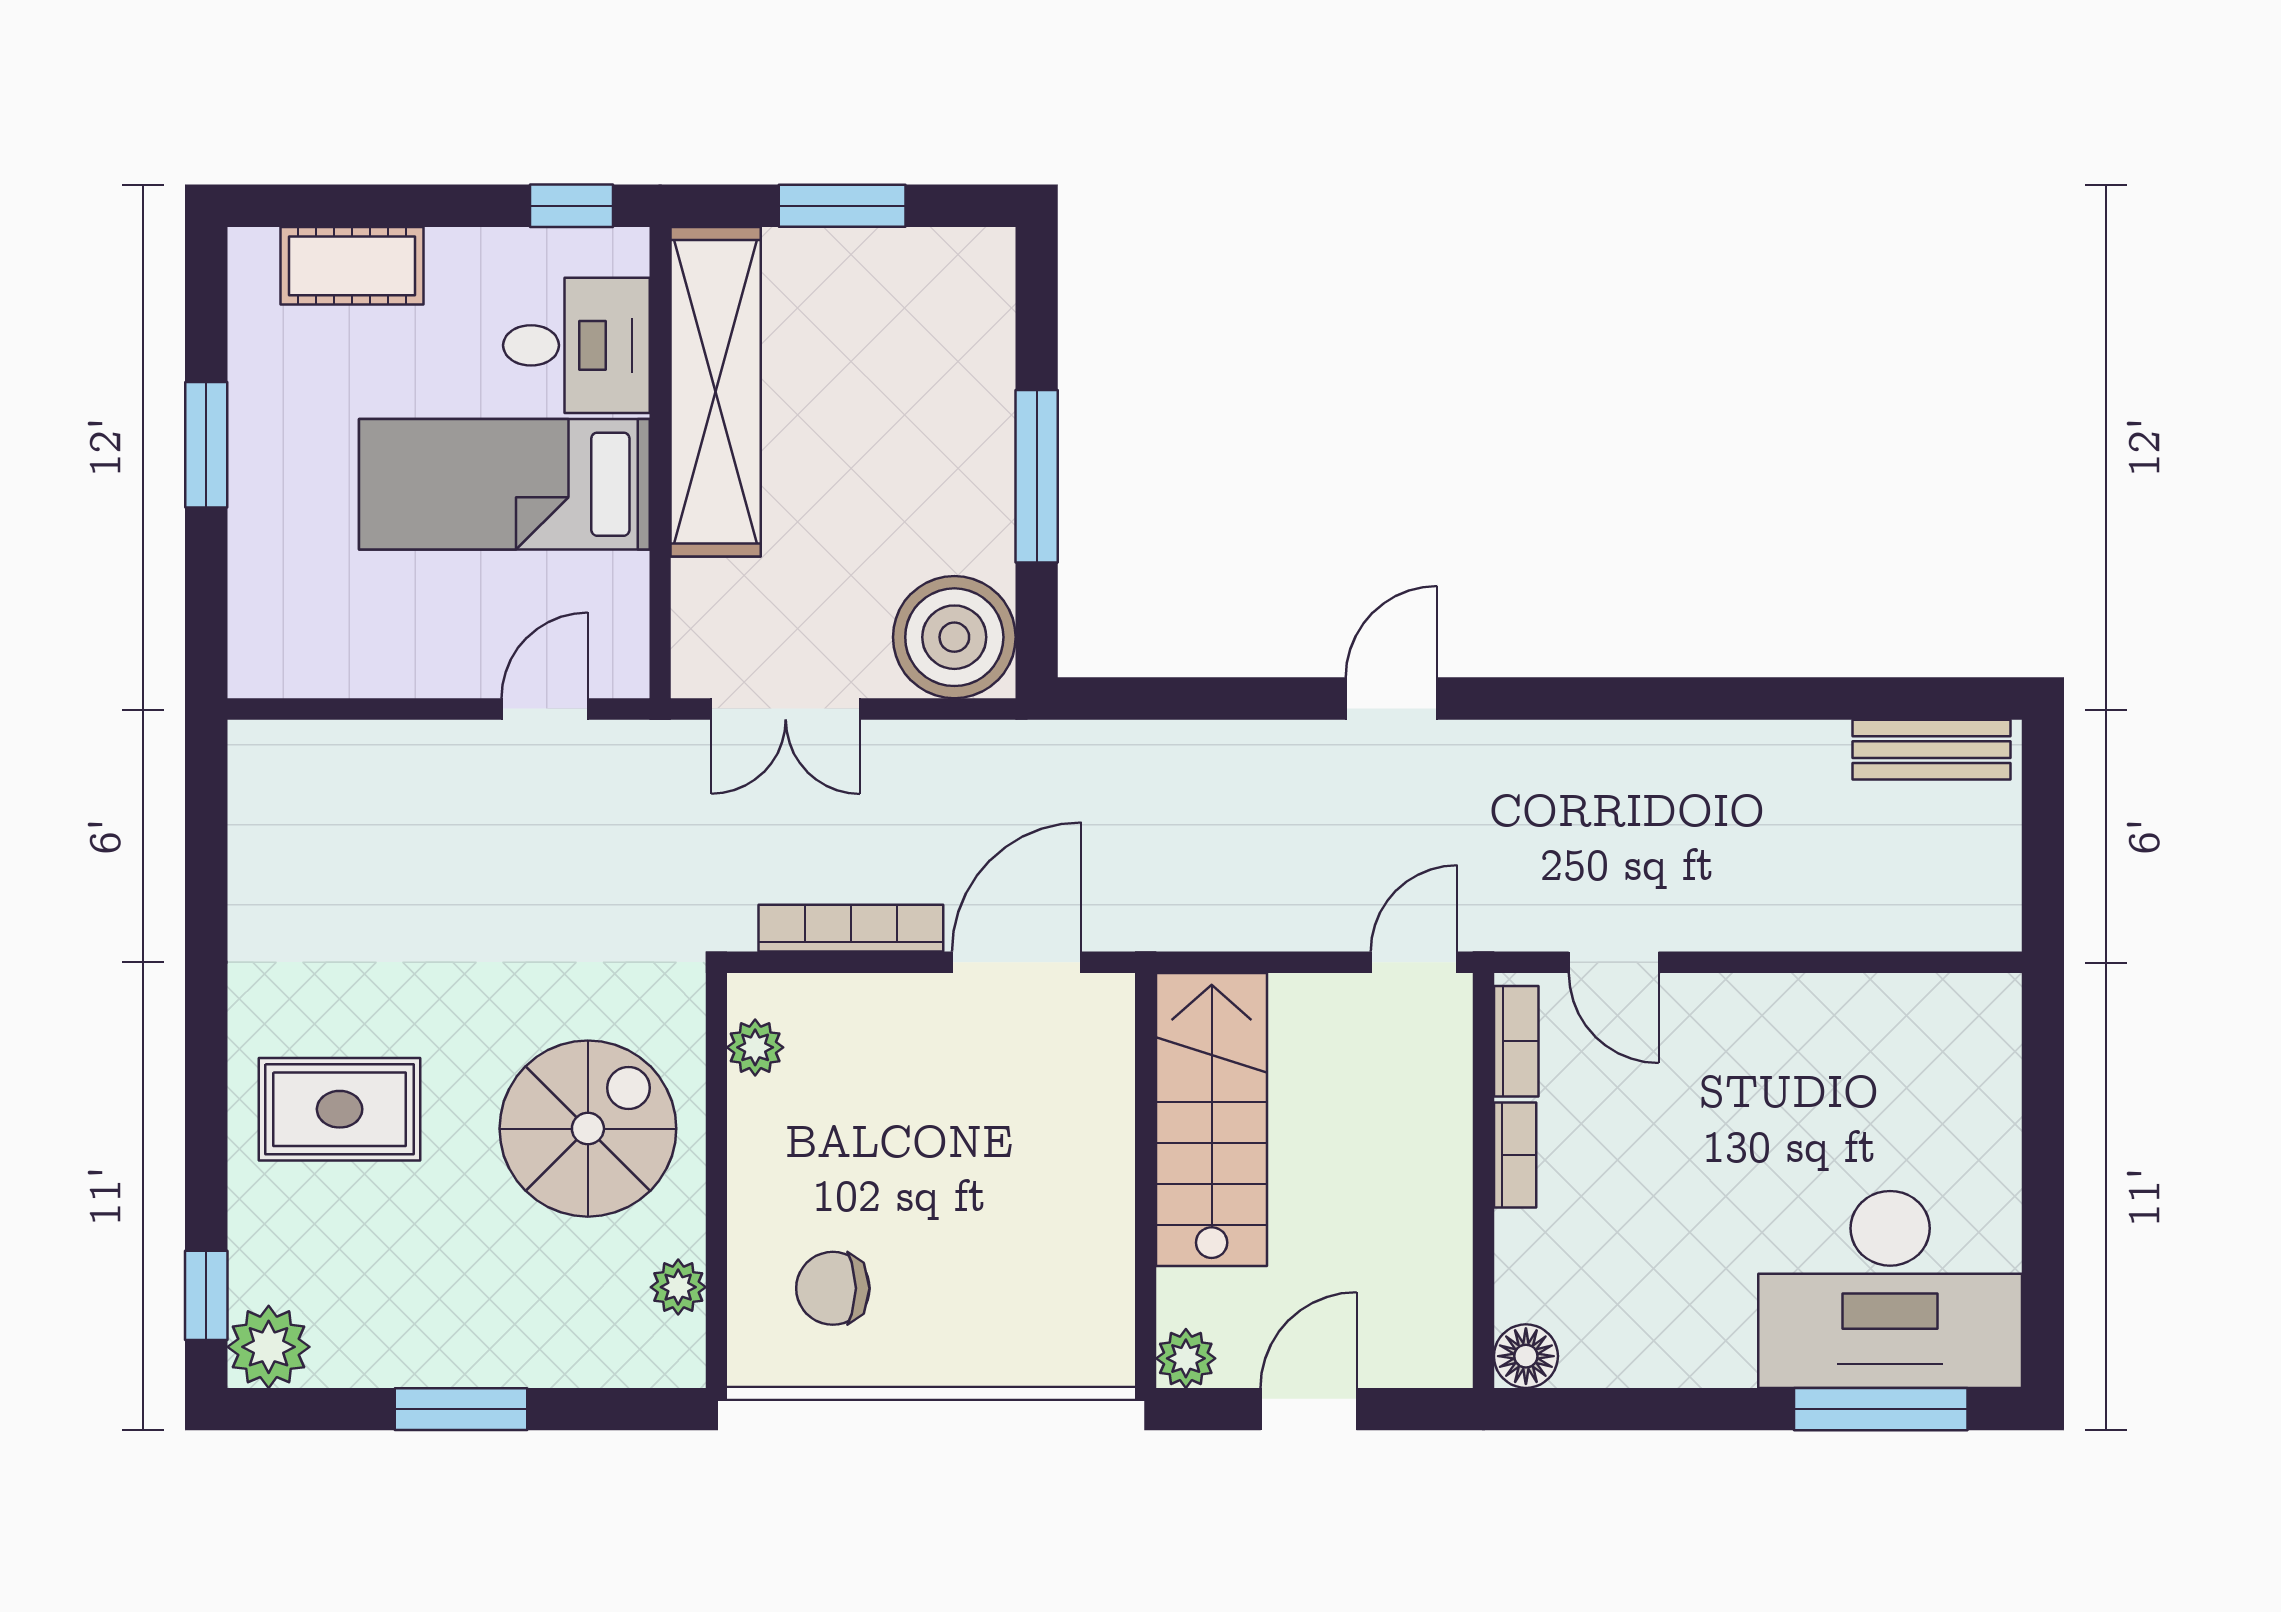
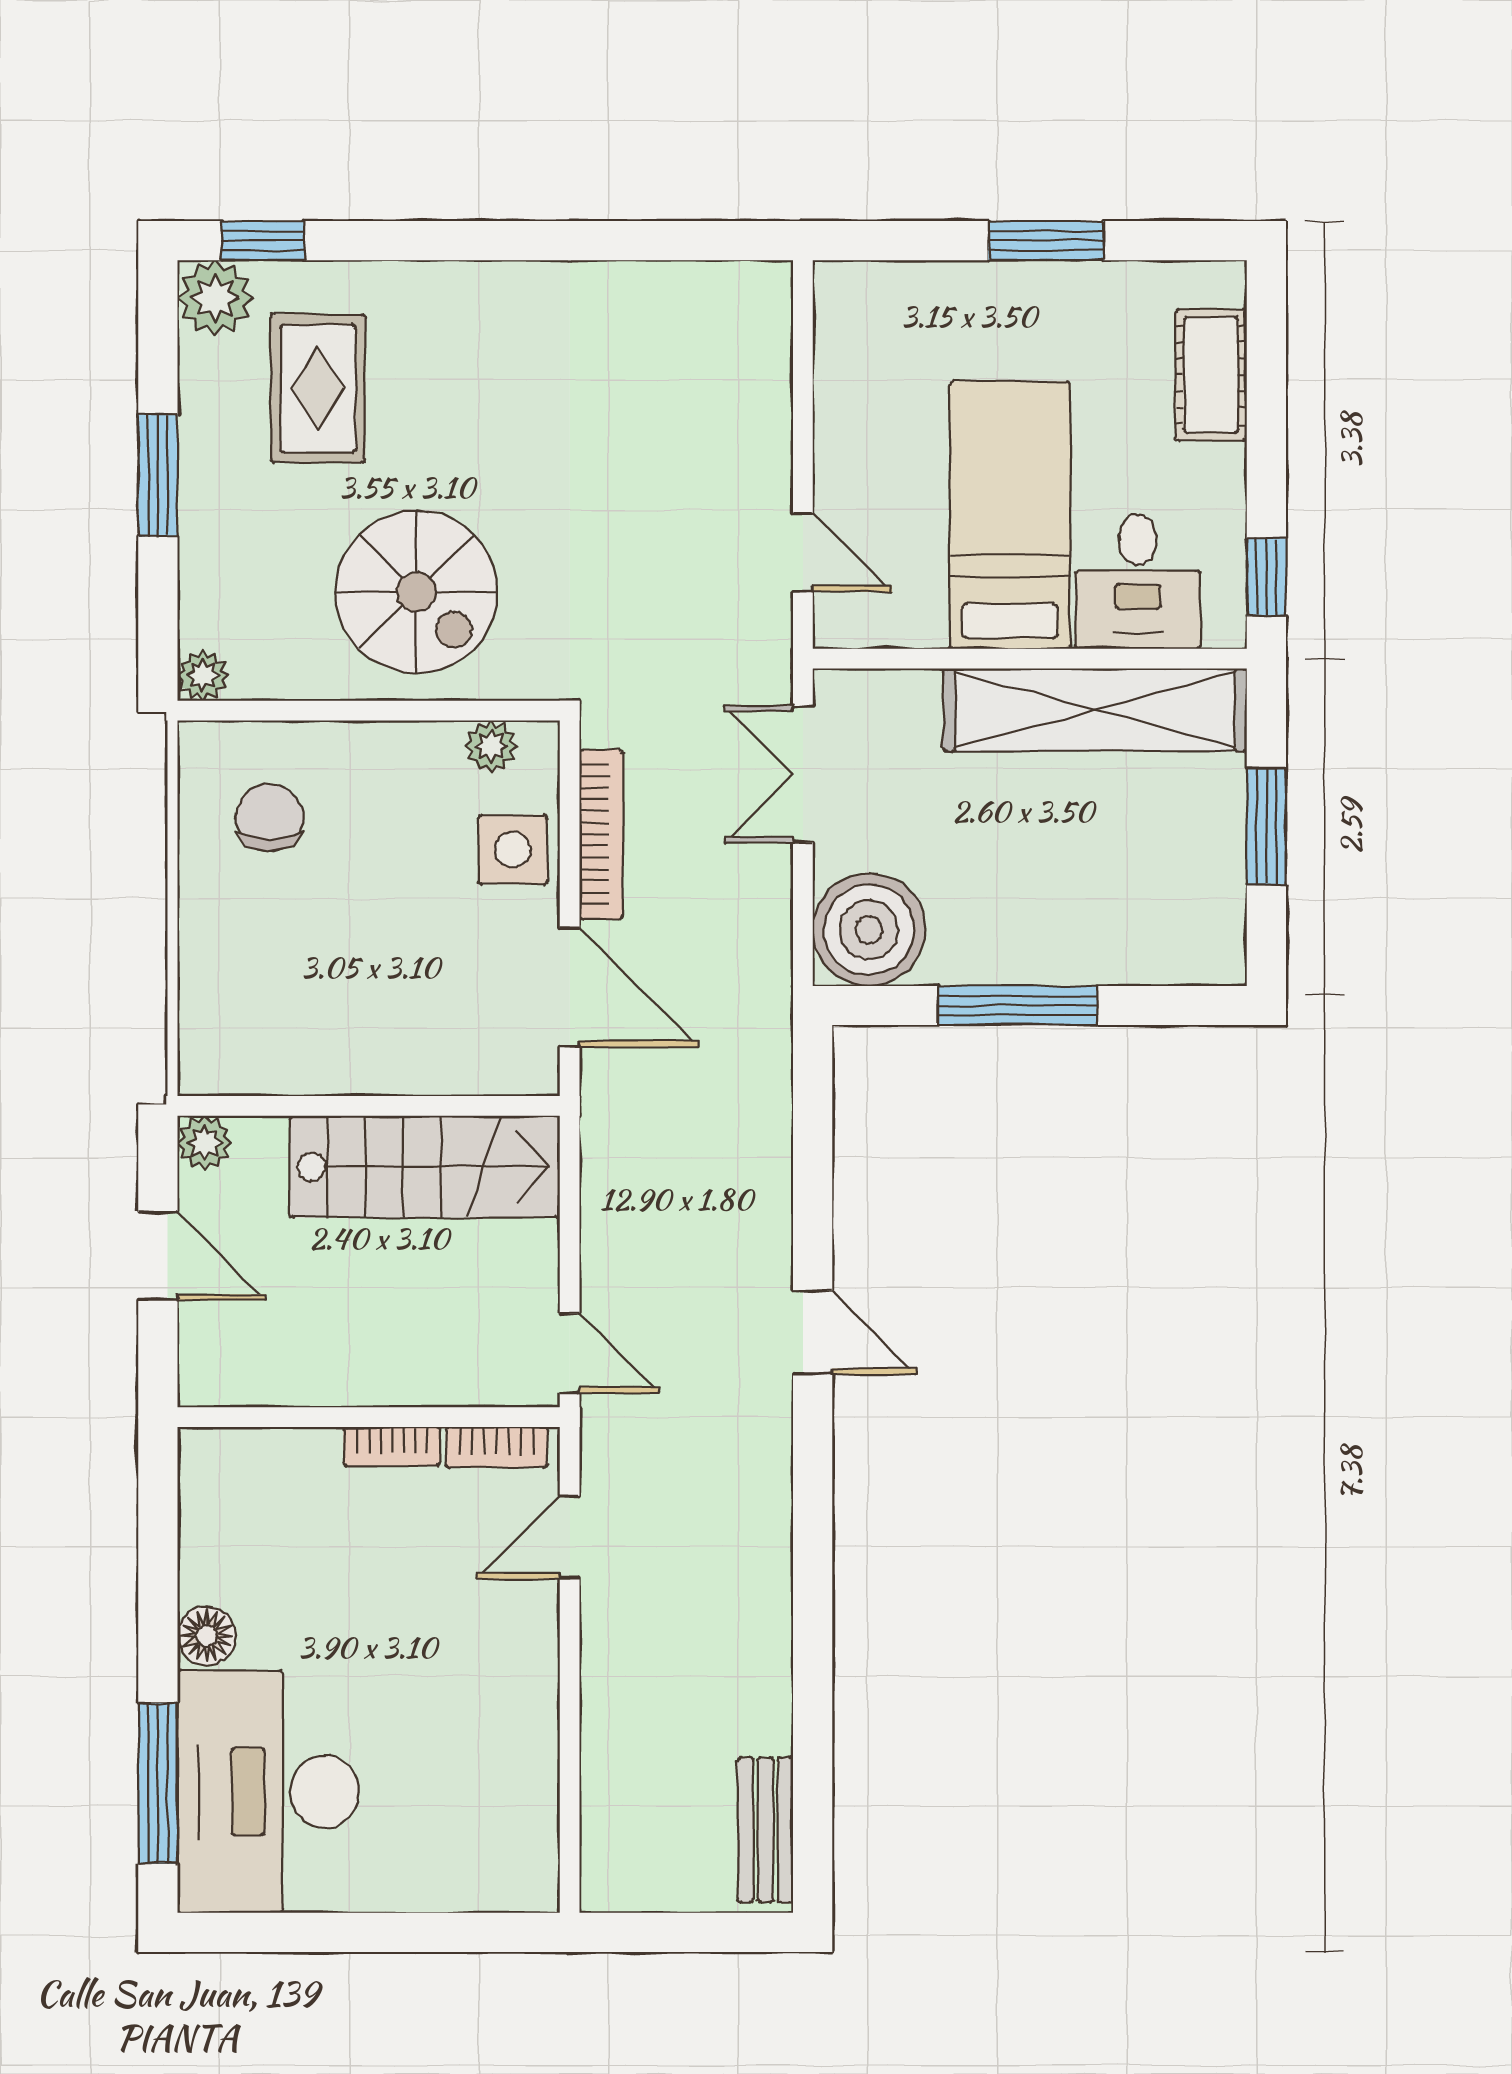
side table: (867, 1024) -> (513, 850), added
rug: (340, 1109) -> (318, 388), moved
plant: (678, 1287) -> (203, 675), moved
floor lamp: (1526, 1356) -> (207, 1636), moved

